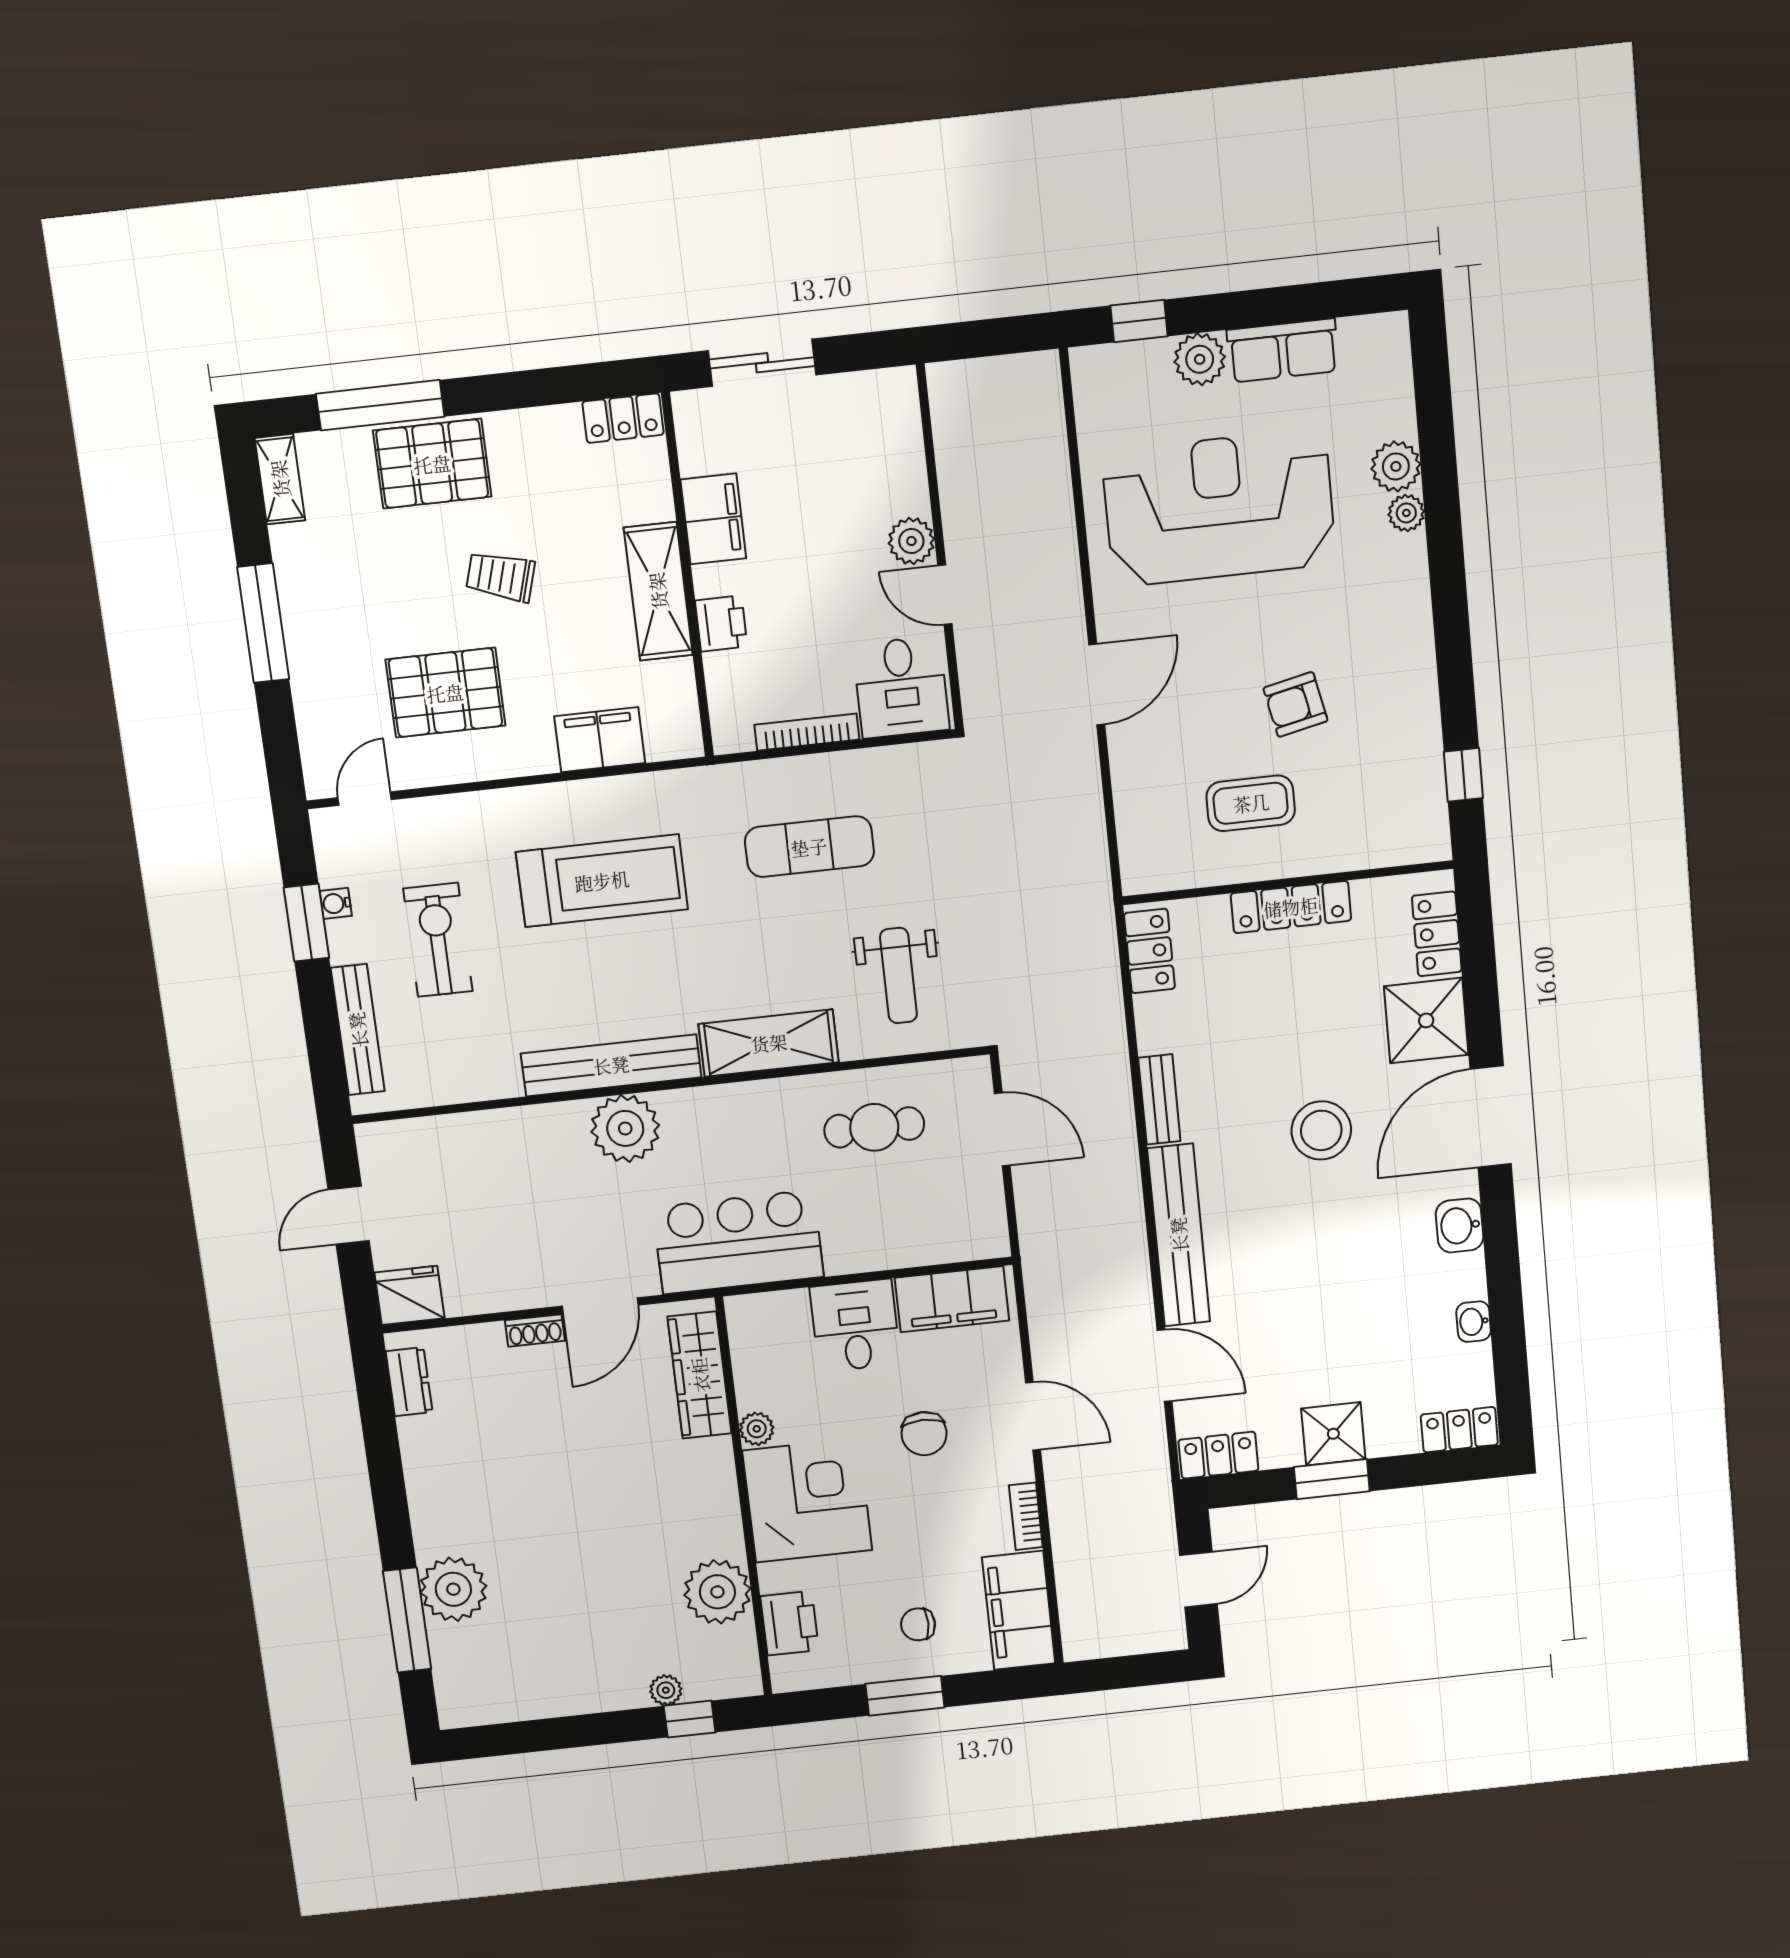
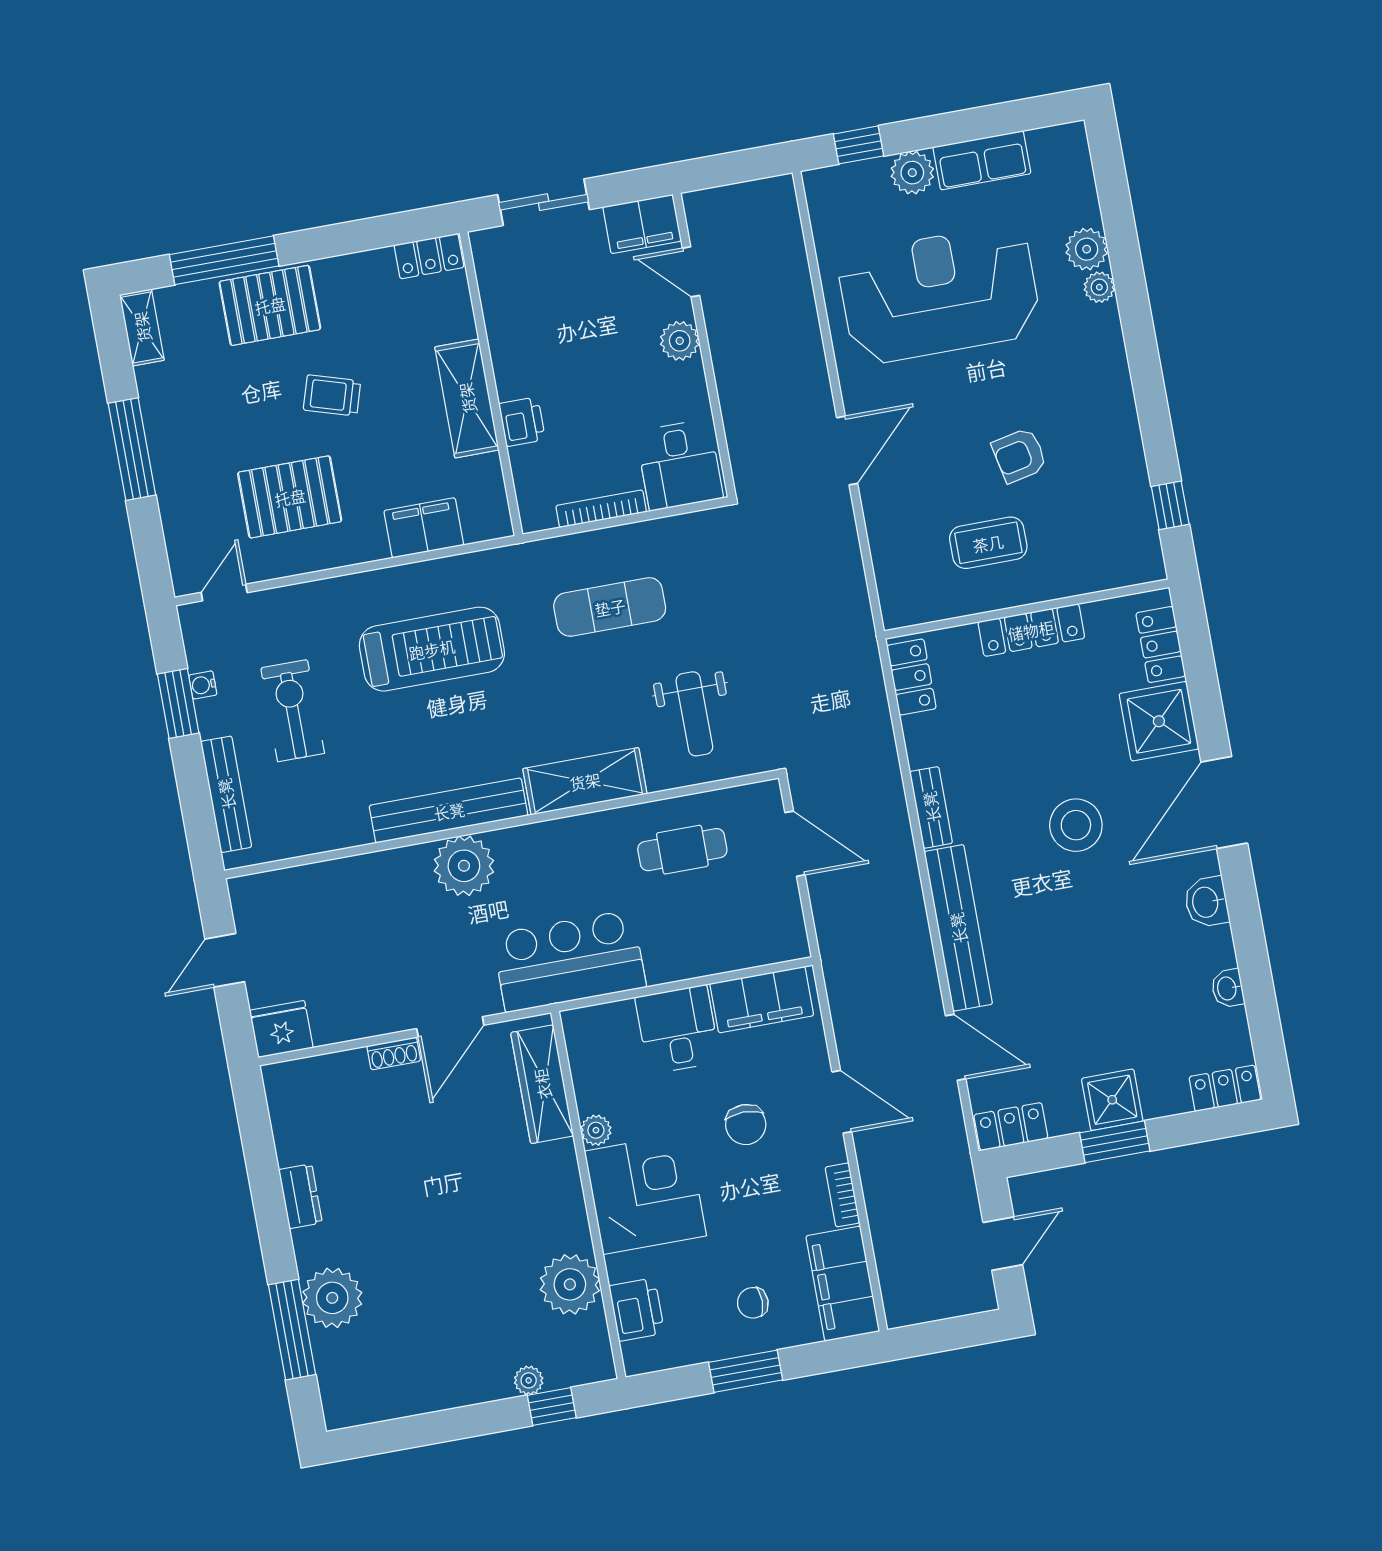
filing cabinet: (713, 519) -> (642, 224), moved, turned 90
door: (945, 595) -> (691, 272), moved
dresser: (409, 1382) -> (300, 1196), moved

